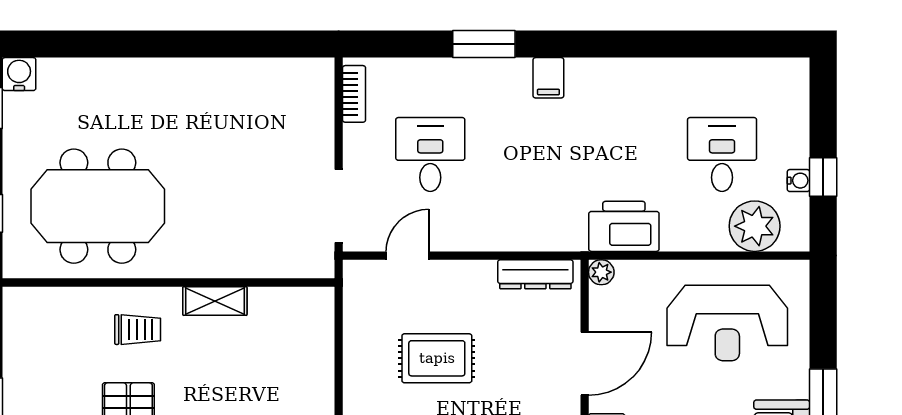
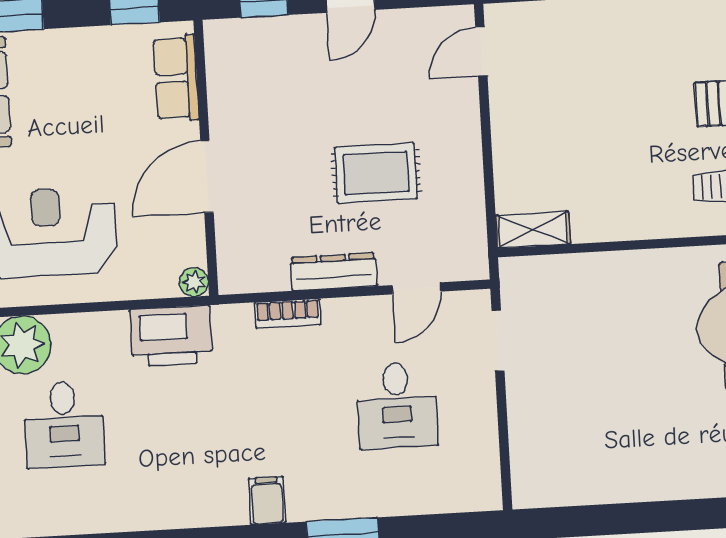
bookcase: (354, 94) -> (288, 313), moved, turned -90
doorway: (339, 206) -> (498, 341), width x0.73
dresser: (535, 274) -> (334, 272), moved
shelving: (215, 301) -> (533, 230), moved

